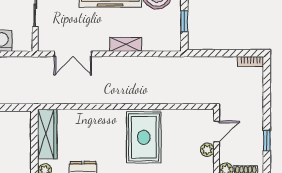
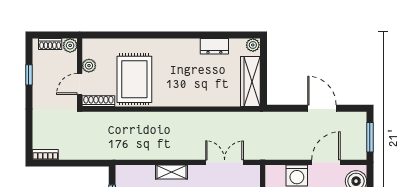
shoe rack: (198, 115) -> (98, 101), added
rug: (144, 137) -> (134, 79), moved

